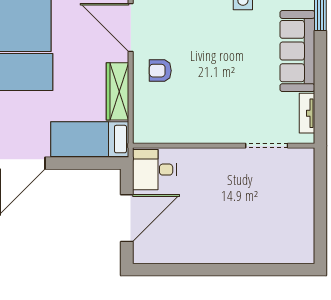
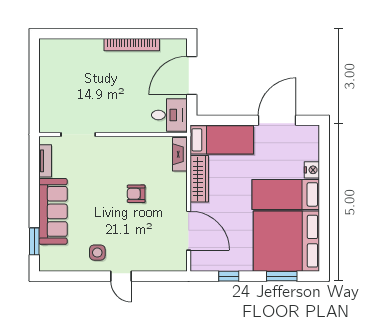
armchair: (160, 71) -> (136, 194), moved, turned 180
fireplace: (141, 121) -> (180, 154), added
bookcase: (201, 256) -> (132, 45), added

